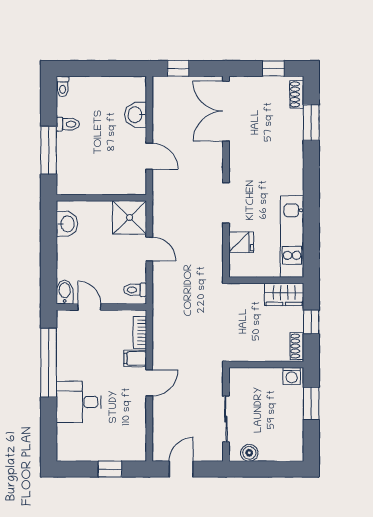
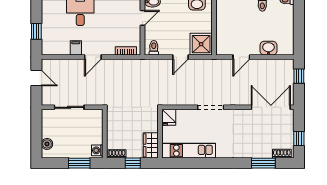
fridge: (241, 242) -> (169, 117), moved
filing cabinet: (135, 358) -> (76, 48), moved
door: (149, 383) -> (93, 57), hinge flipped
boiler: (249, 453) -> (47, 144), moved

